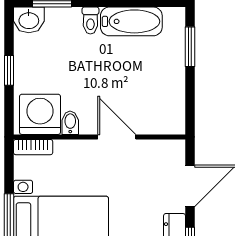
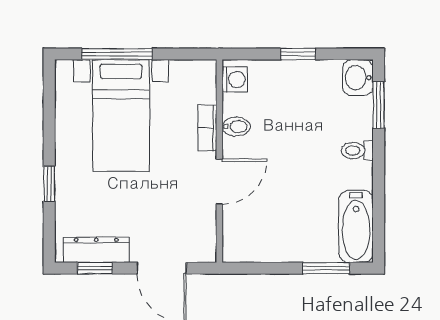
bathtub: (131, 21) -> (356, 226), moved
washing machine: (40, 114) -> (235, 80), width x0.53, depth x0.53
bookcase: (33, 147) -> (207, 128), moved

